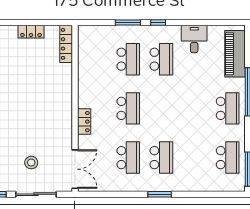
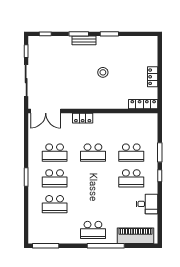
school desk: (228, 158) -> (55, 204), moved
stool: (31, 163) -> (103, 72), moved

